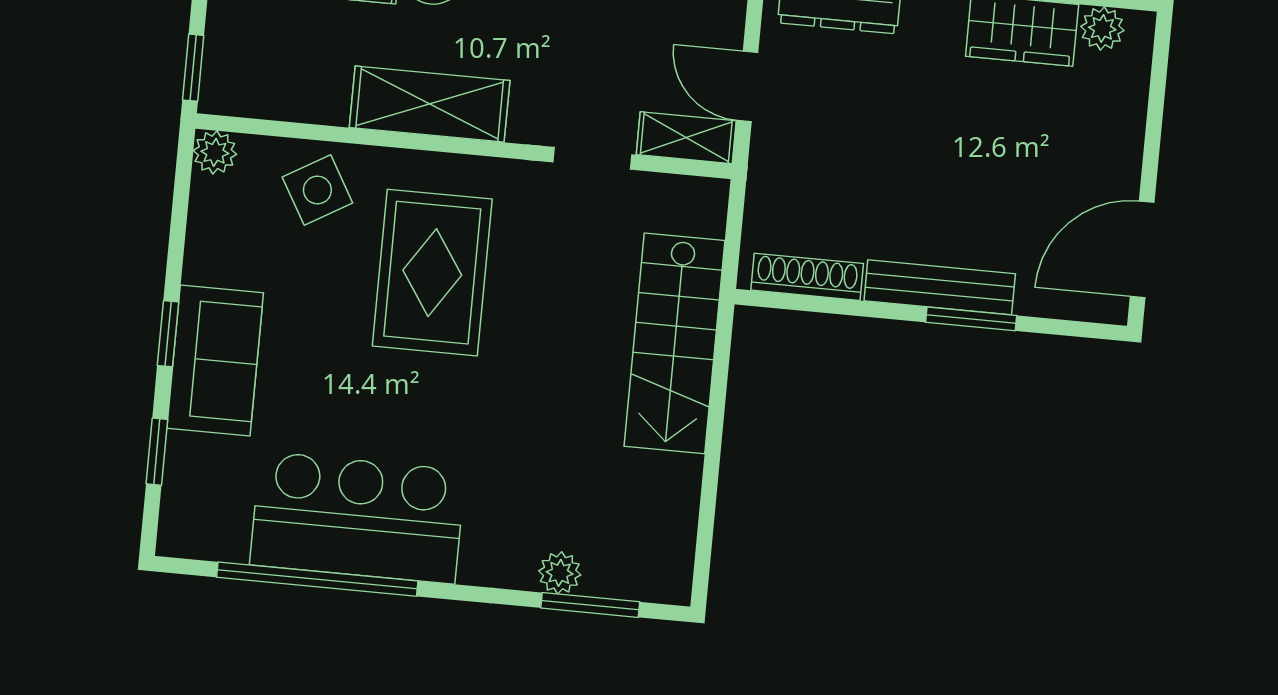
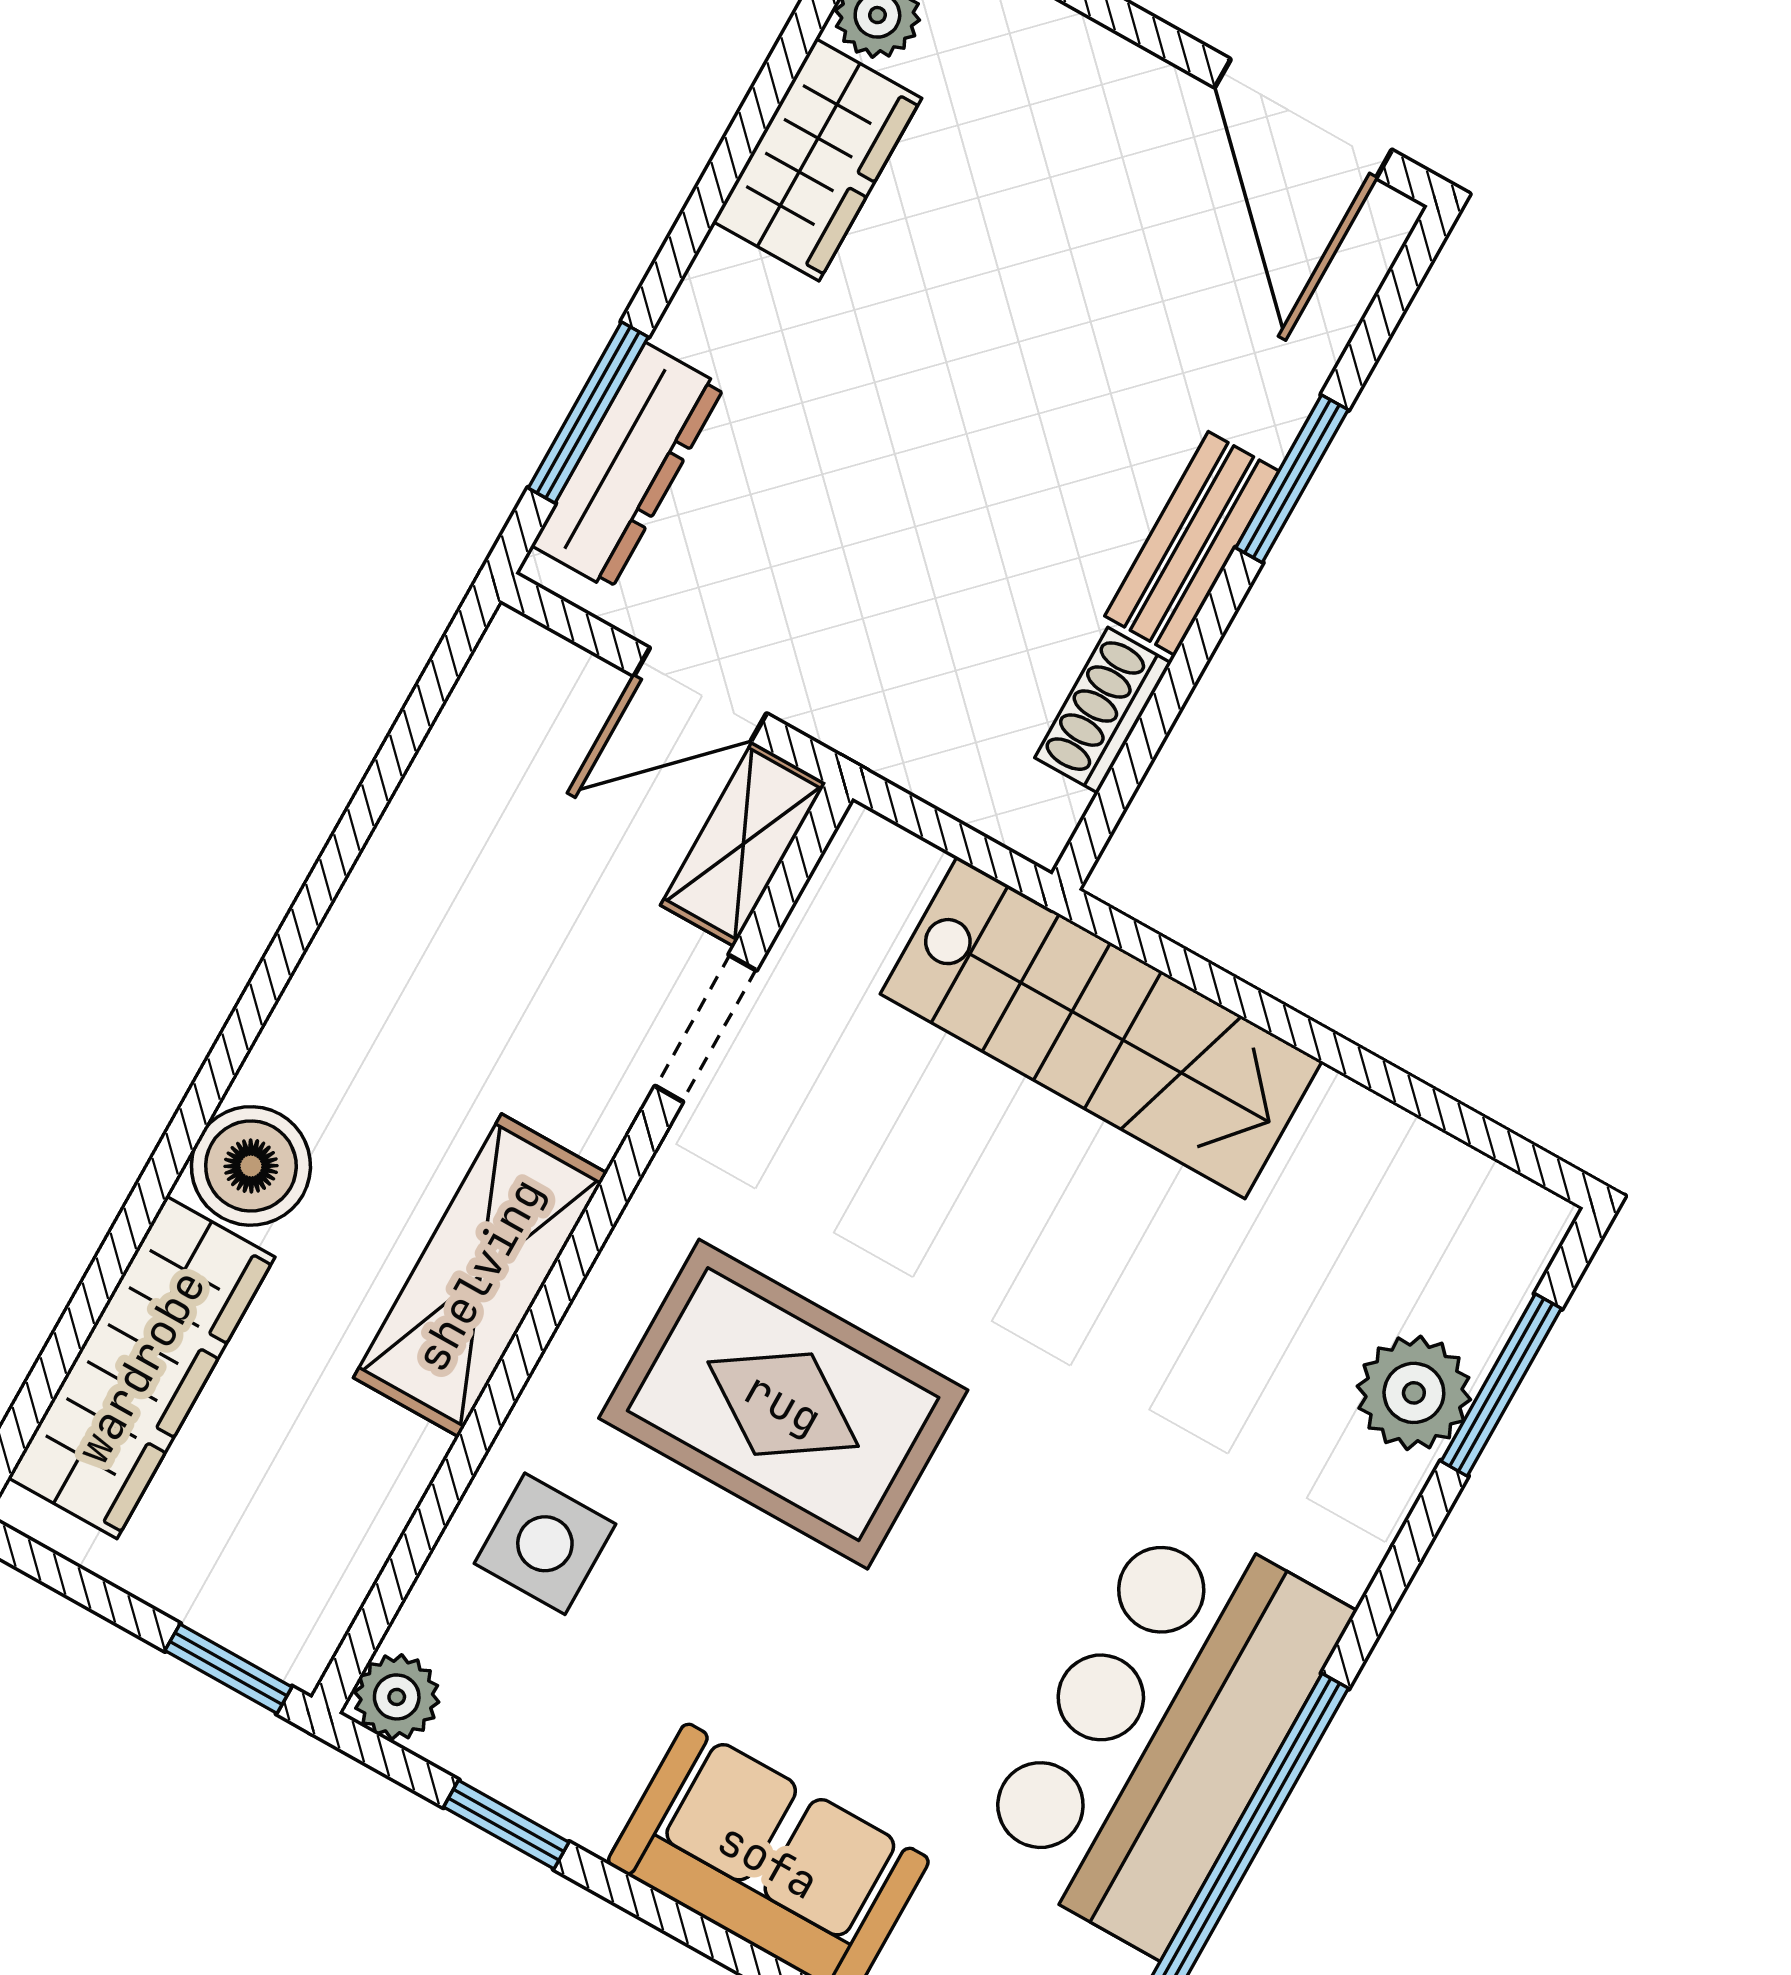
side table: (317, 190) -> (545, 1544), turned 30
shoe rack: (807, 277) -> (1103, 710), width x0.70
bench: (940, 287) -> (1192, 544), width x0.73
window: (168, 334) -> (506, 1825), moved
plant: (560, 573) -> (1414, 1393), width x1.38, depth x1.38

